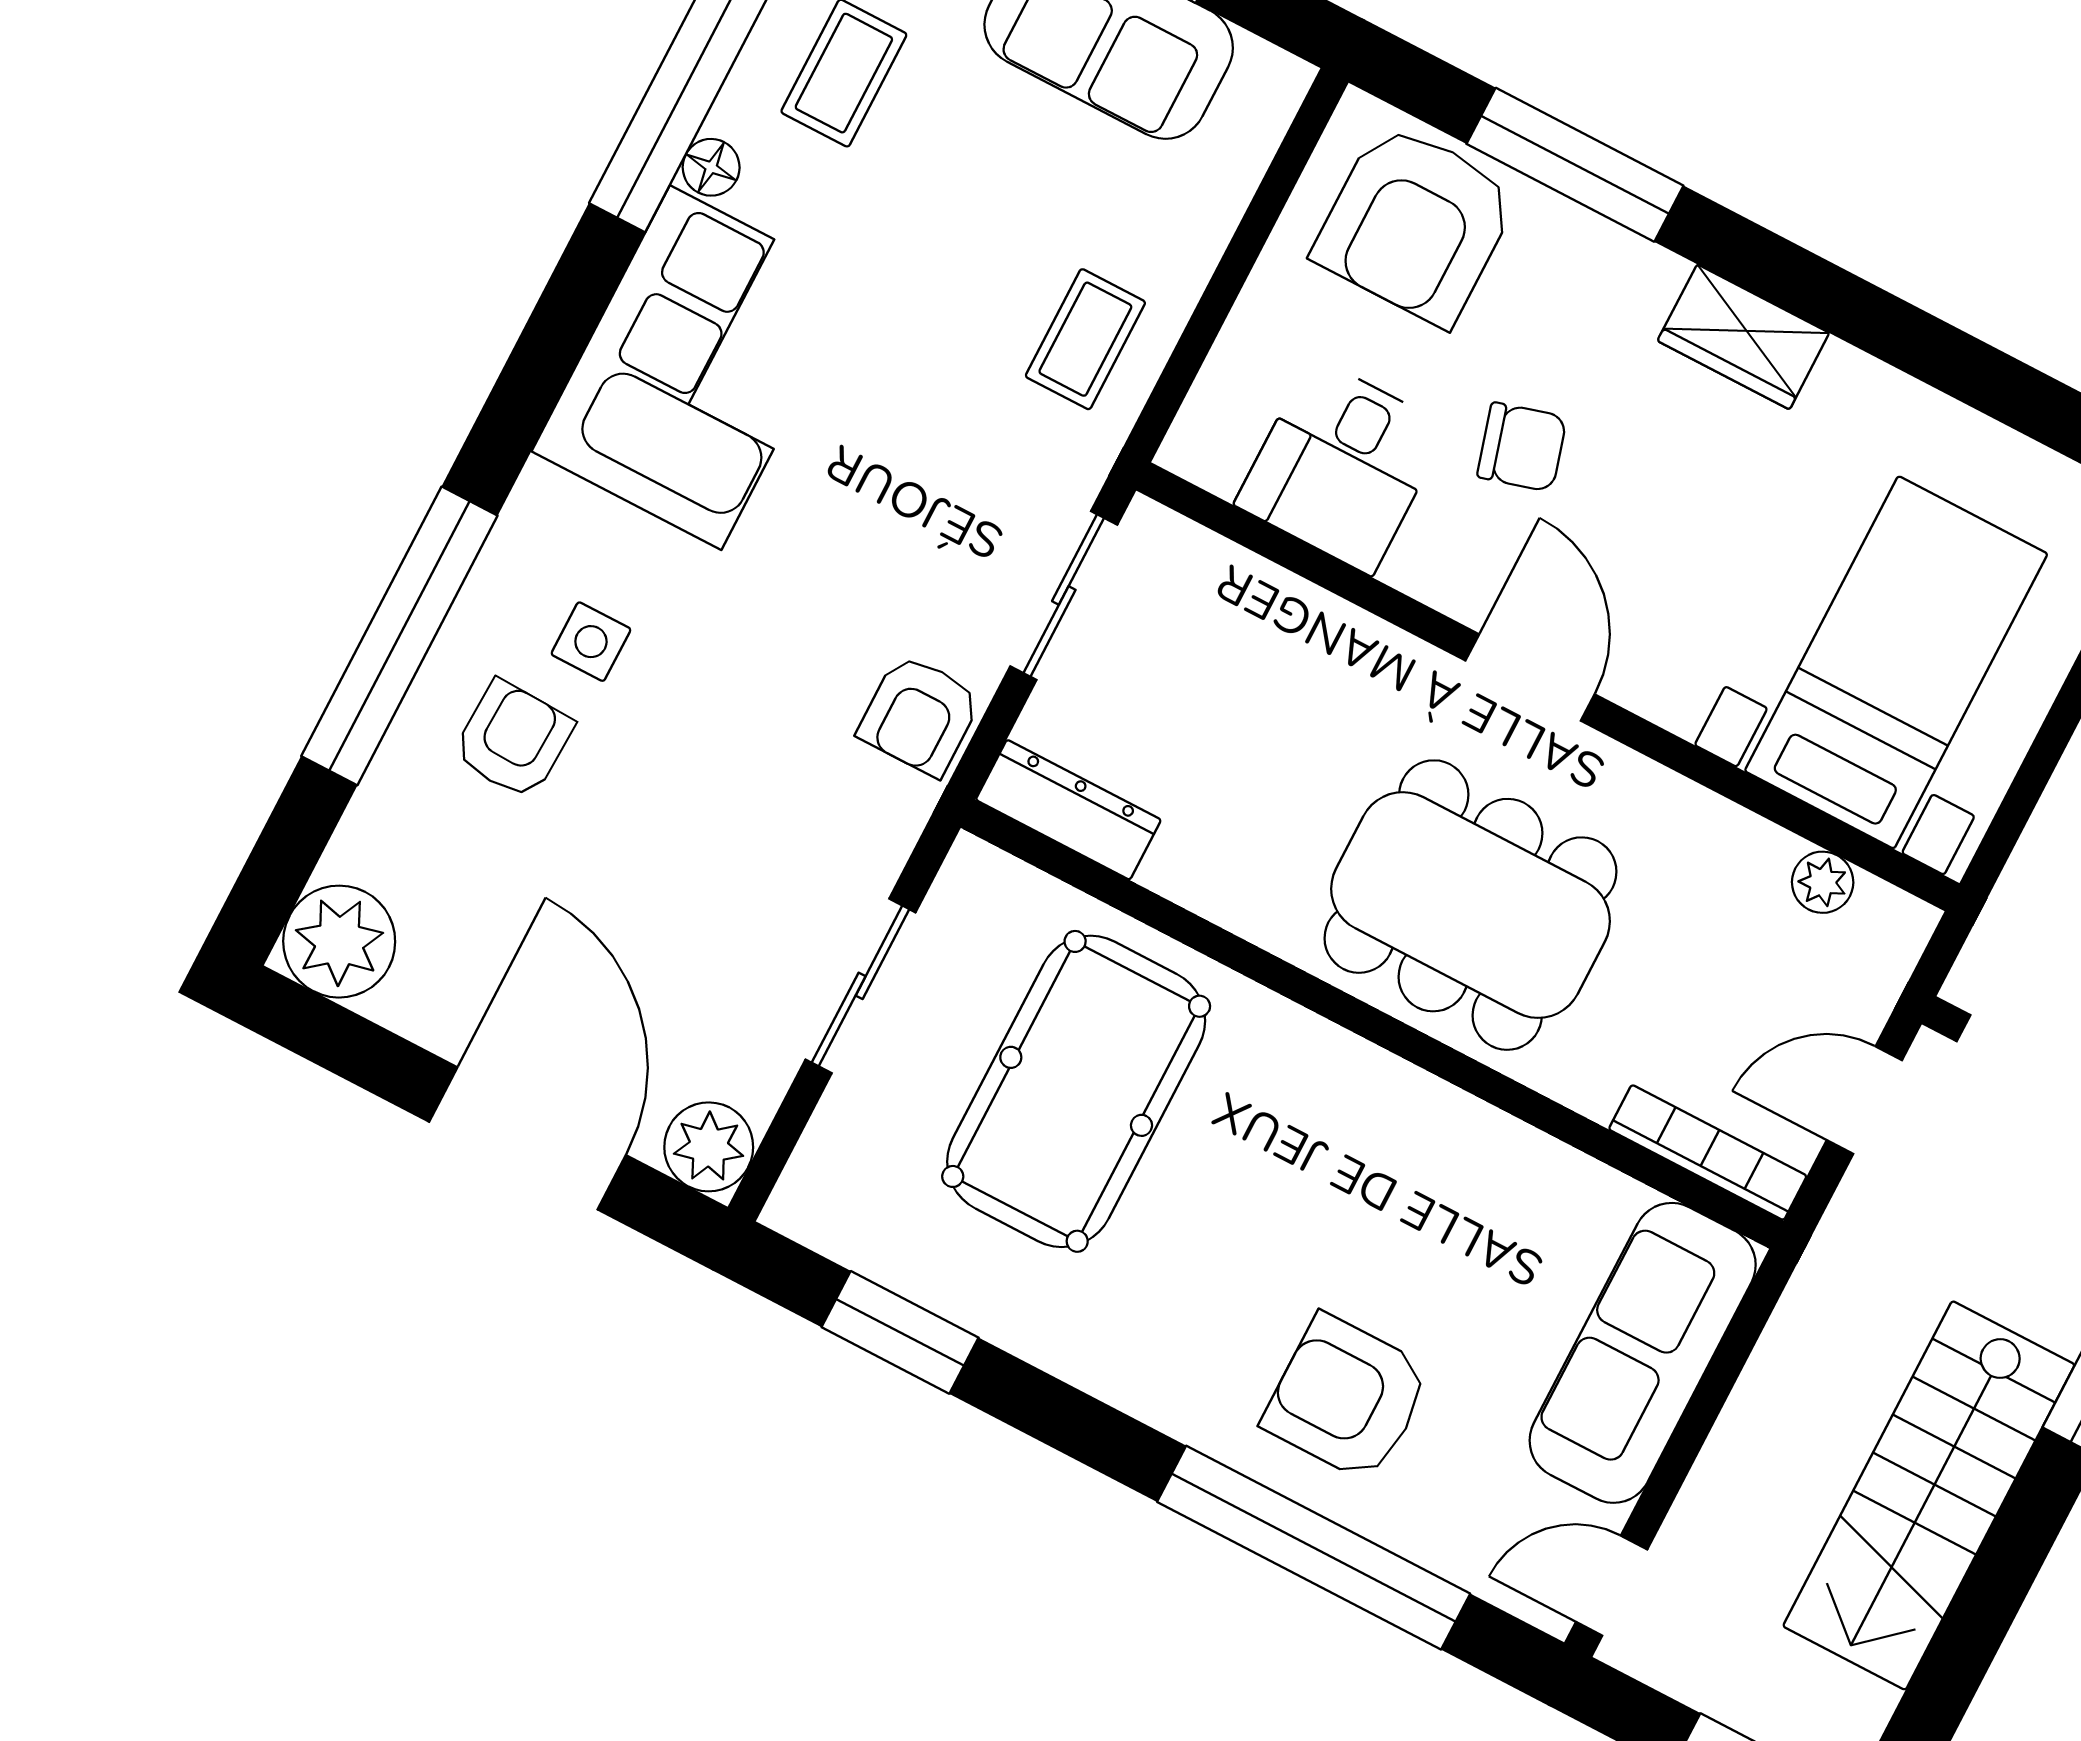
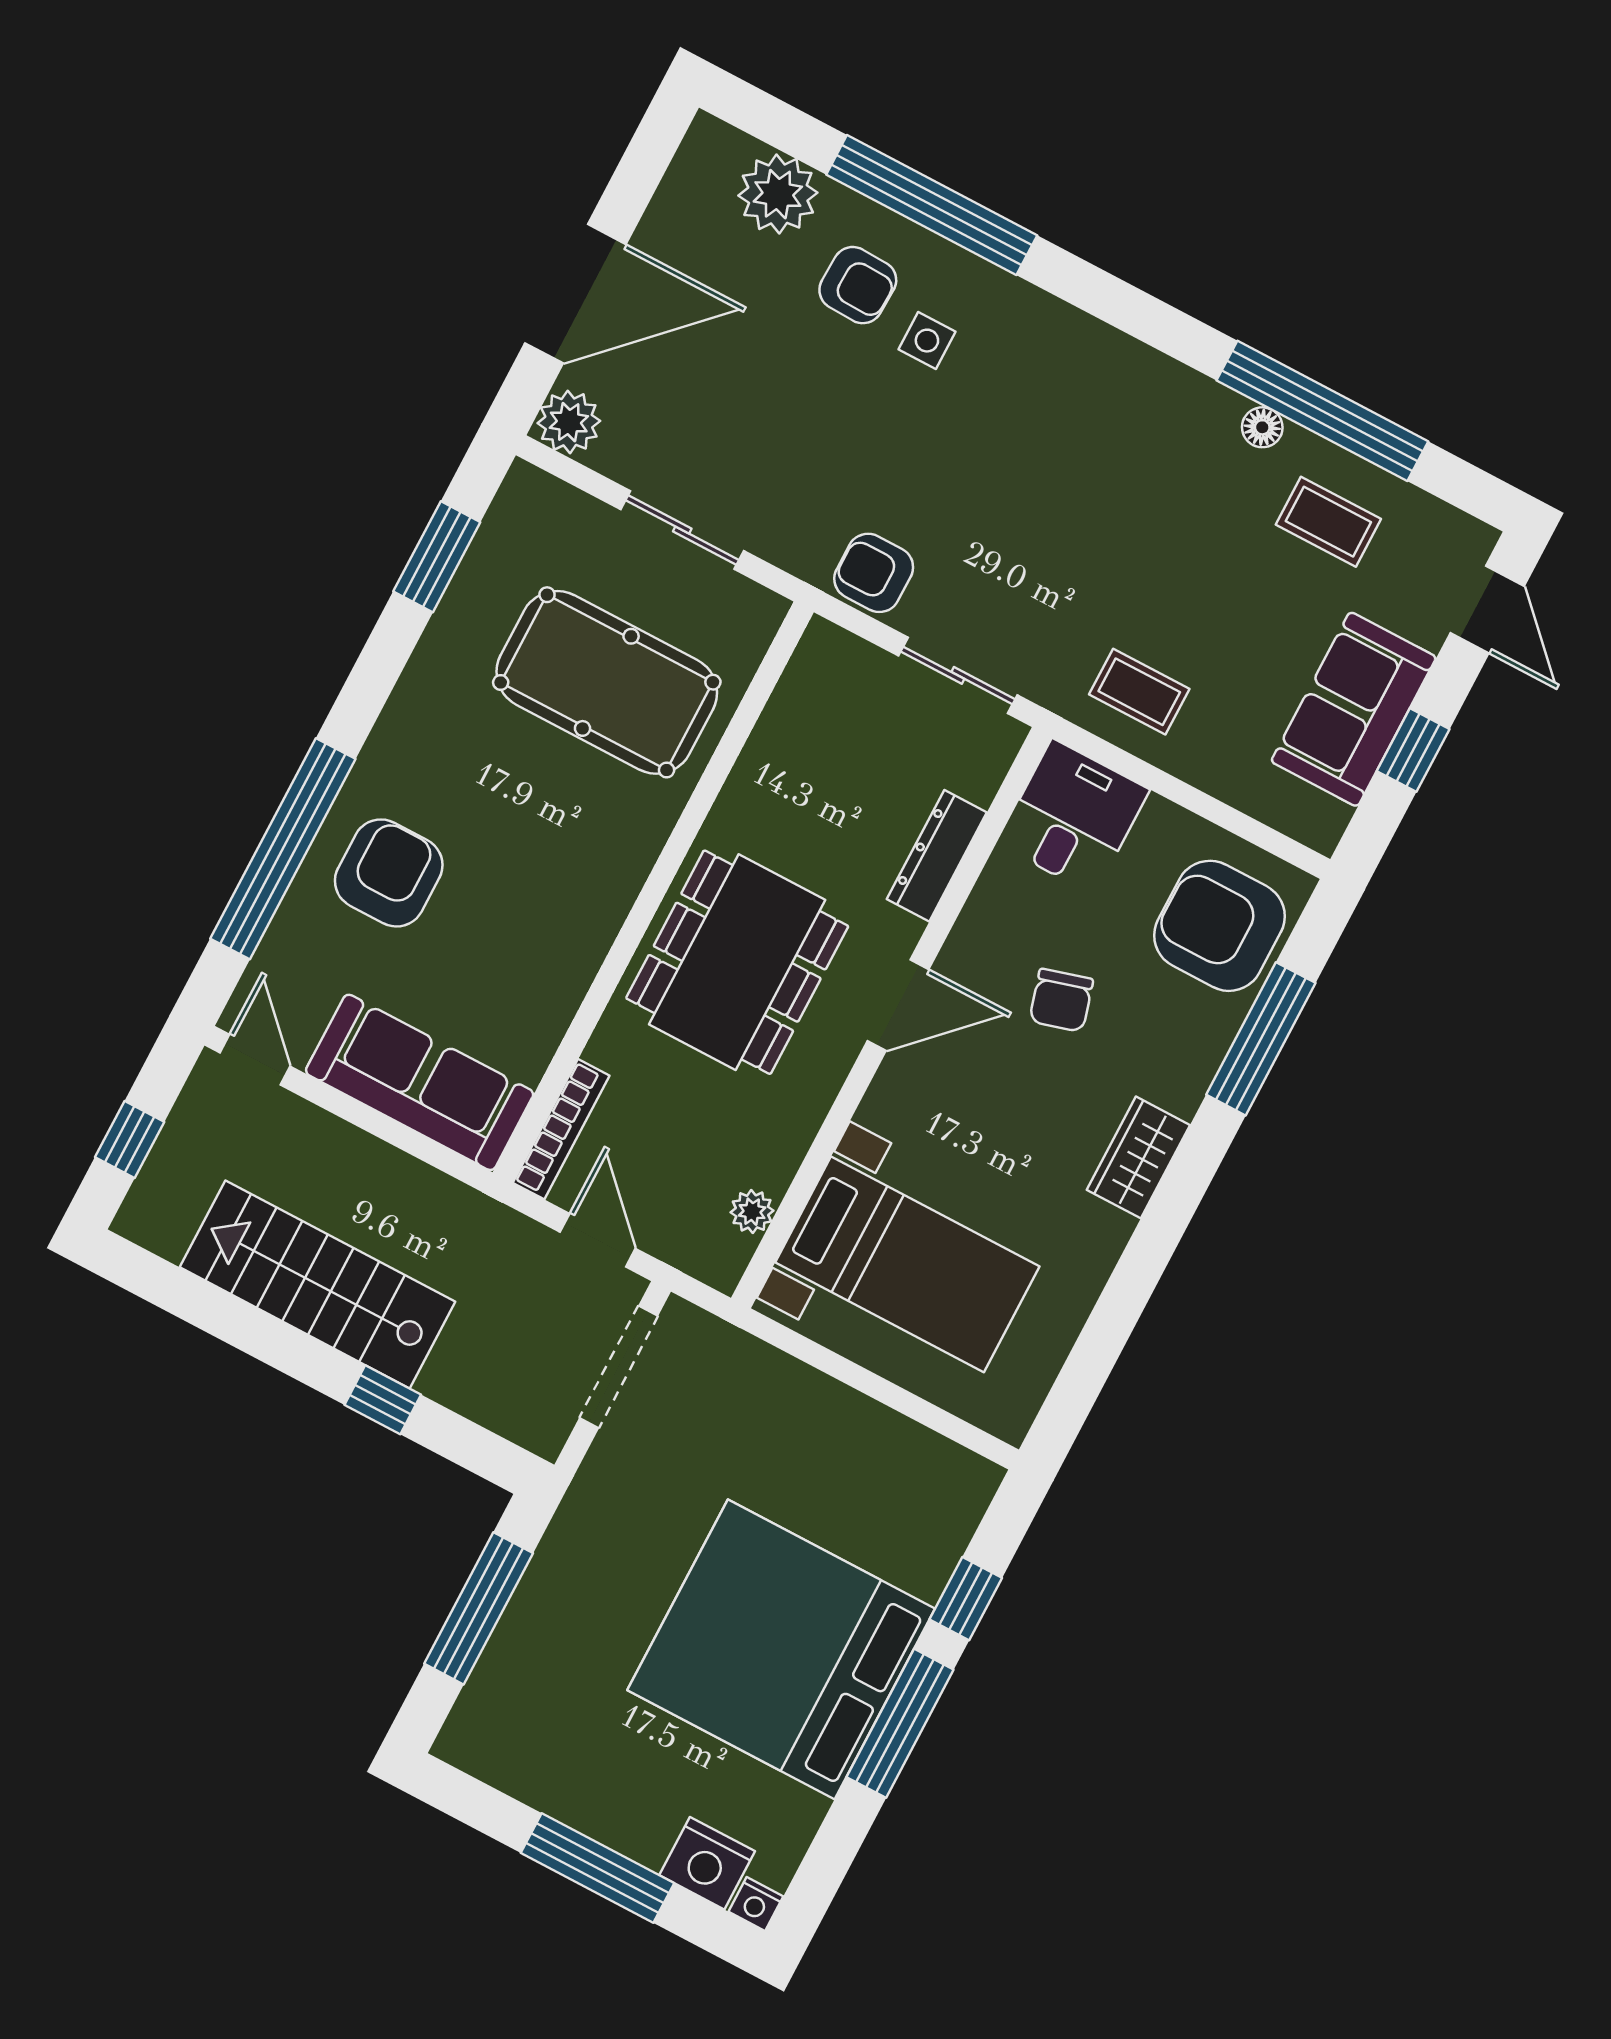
corner sofa: (696, 368) -> (1121, 416), removed
desk: (1342, 466) -> (1073, 817), moved, turned 90
dresser: (1068, 810) -> (937, 856), moved, turned 180
plant: (339, 942) -> (778, 194), moved

